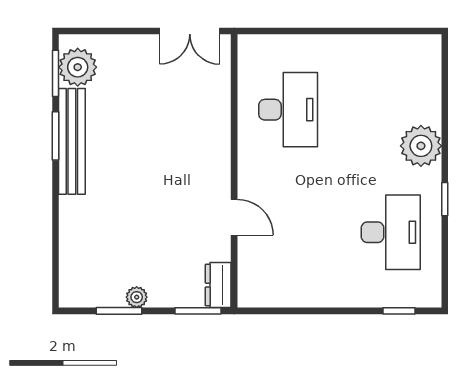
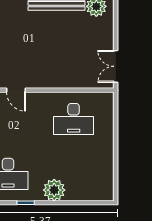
door: (234, 217) -> (16, 90), hinge flipped

